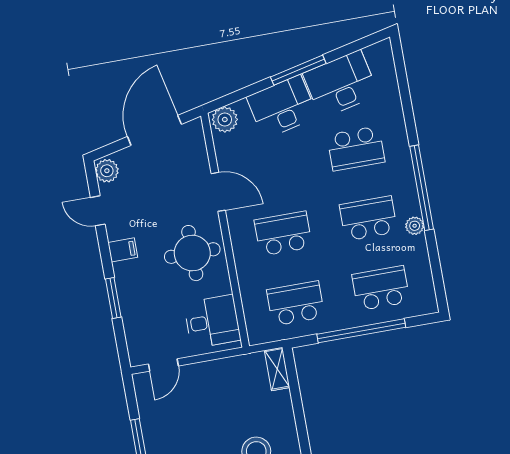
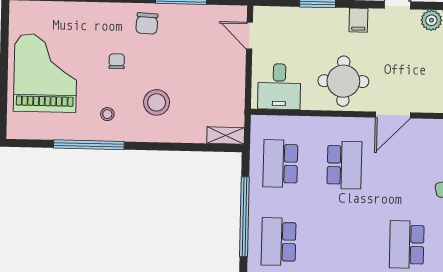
school desk: (368, 218) -> (343, 243), removed
school desk: (381, 288) -> (279, 242), turned 180
school desk: (296, 303) -> (280, 164), turned 180

